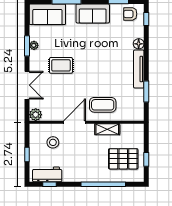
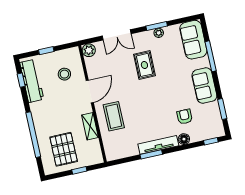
armchair: (130, 14) -> (185, 117), moved
window: (146, 92) -> (151, 154), moved
door: (74, 122) -> (90, 92), hinge flipped
window: (146, 159) -> (79, 170), moved
workbench: (47, 174) -> (32, 81), width x1.38

